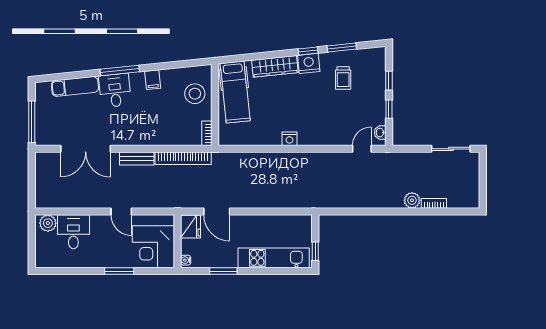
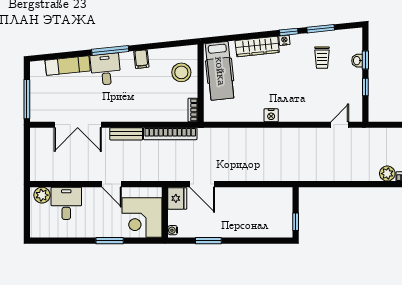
nightstand: (309, 63) -> (284, 40), width x0.53, depth x0.56
washbasin: (380, 133) -> (357, 61), moved
kitchen unit: (274, 258) -> (256, 228), removed

